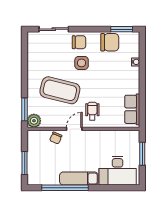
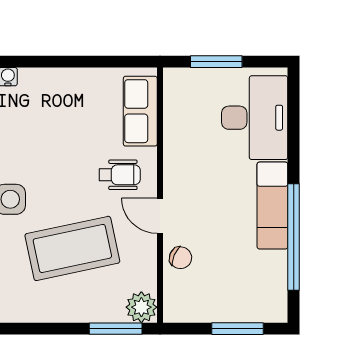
coffee table: (60, 90) -> (72, 248), turned 64
row of seats: (132, 109) -> (140, 111), moved, turned 90
wheelchair: (92, 111) -> (120, 175), turned 180

